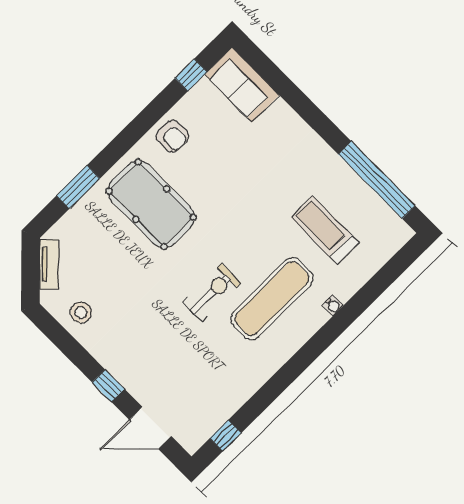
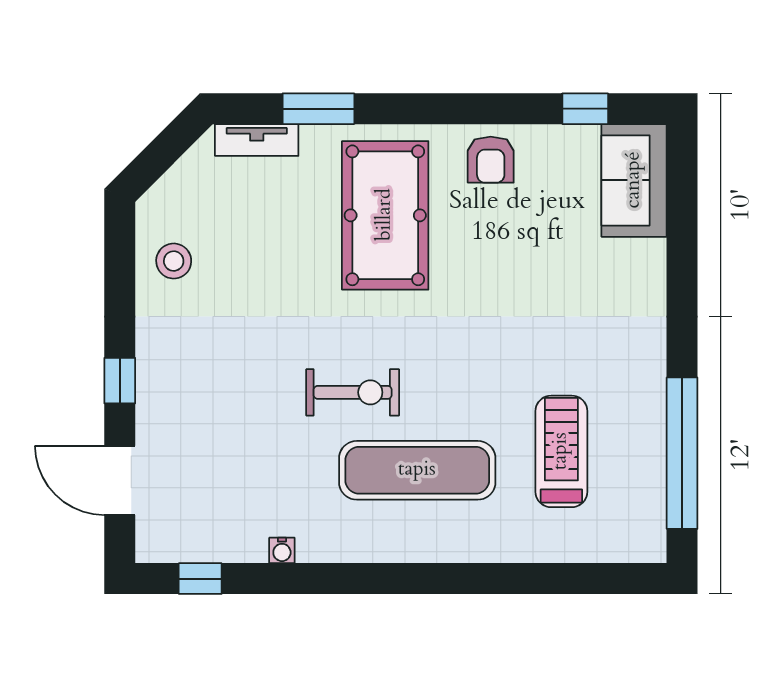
tv unit: (49, 264) -> (257, 140), moved, turned 45
water cooler: (333, 305) -> (282, 550), moved

